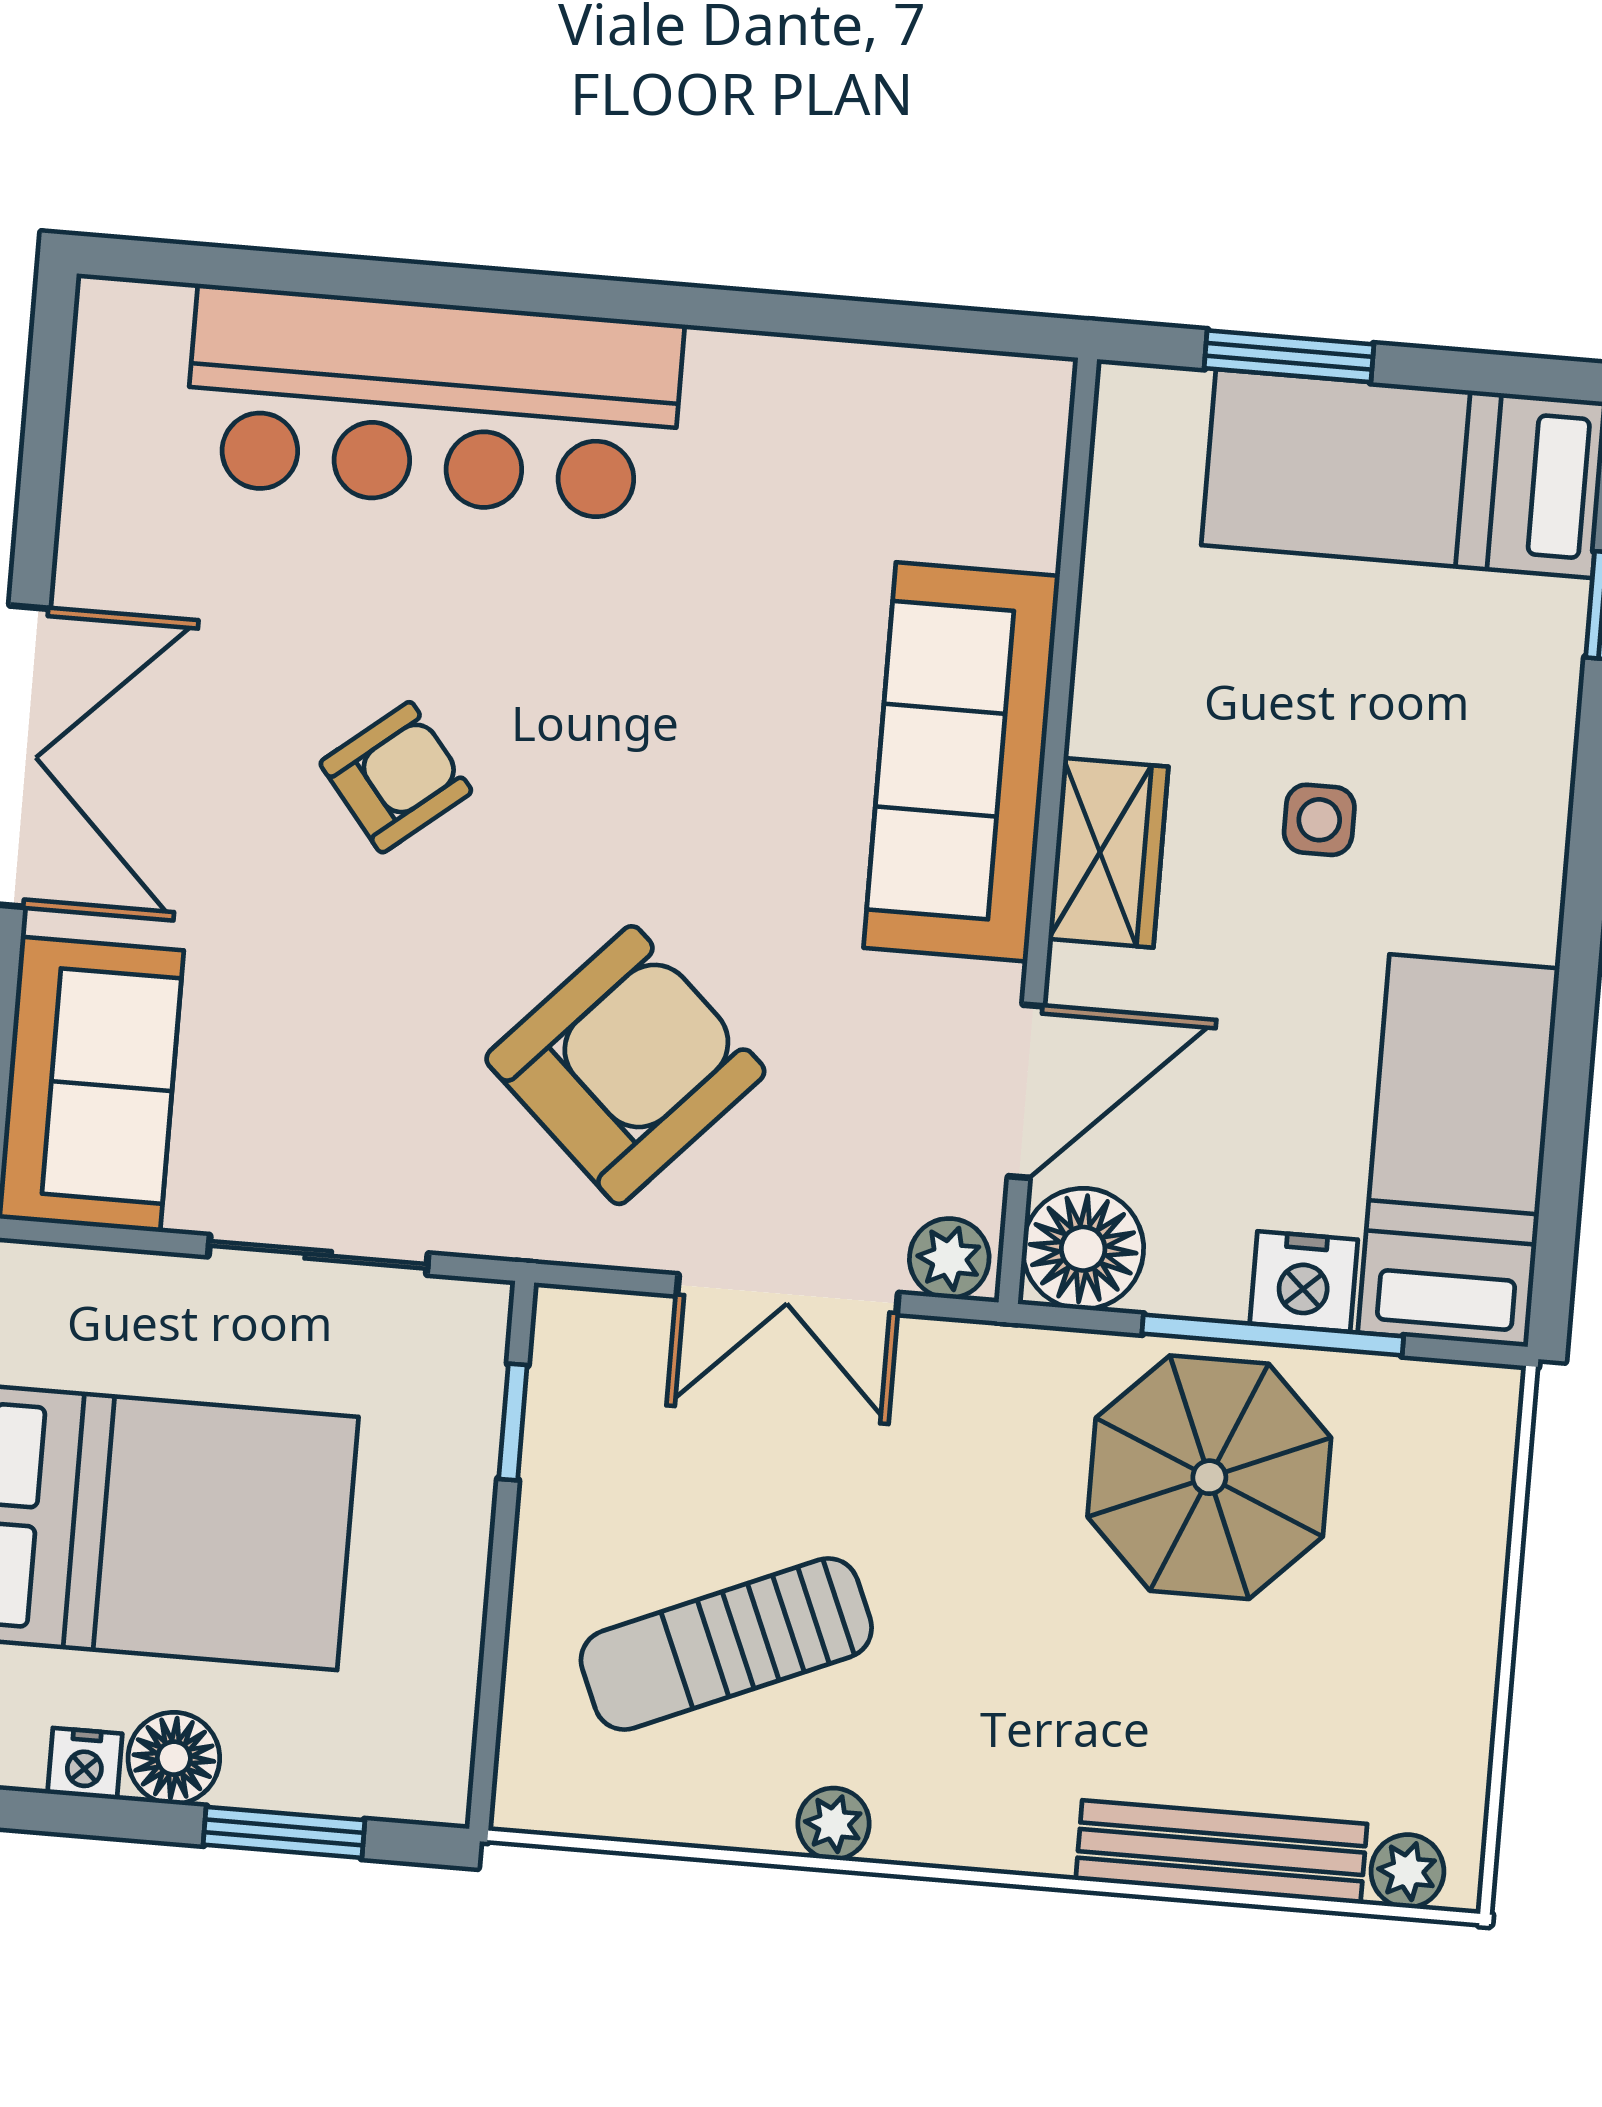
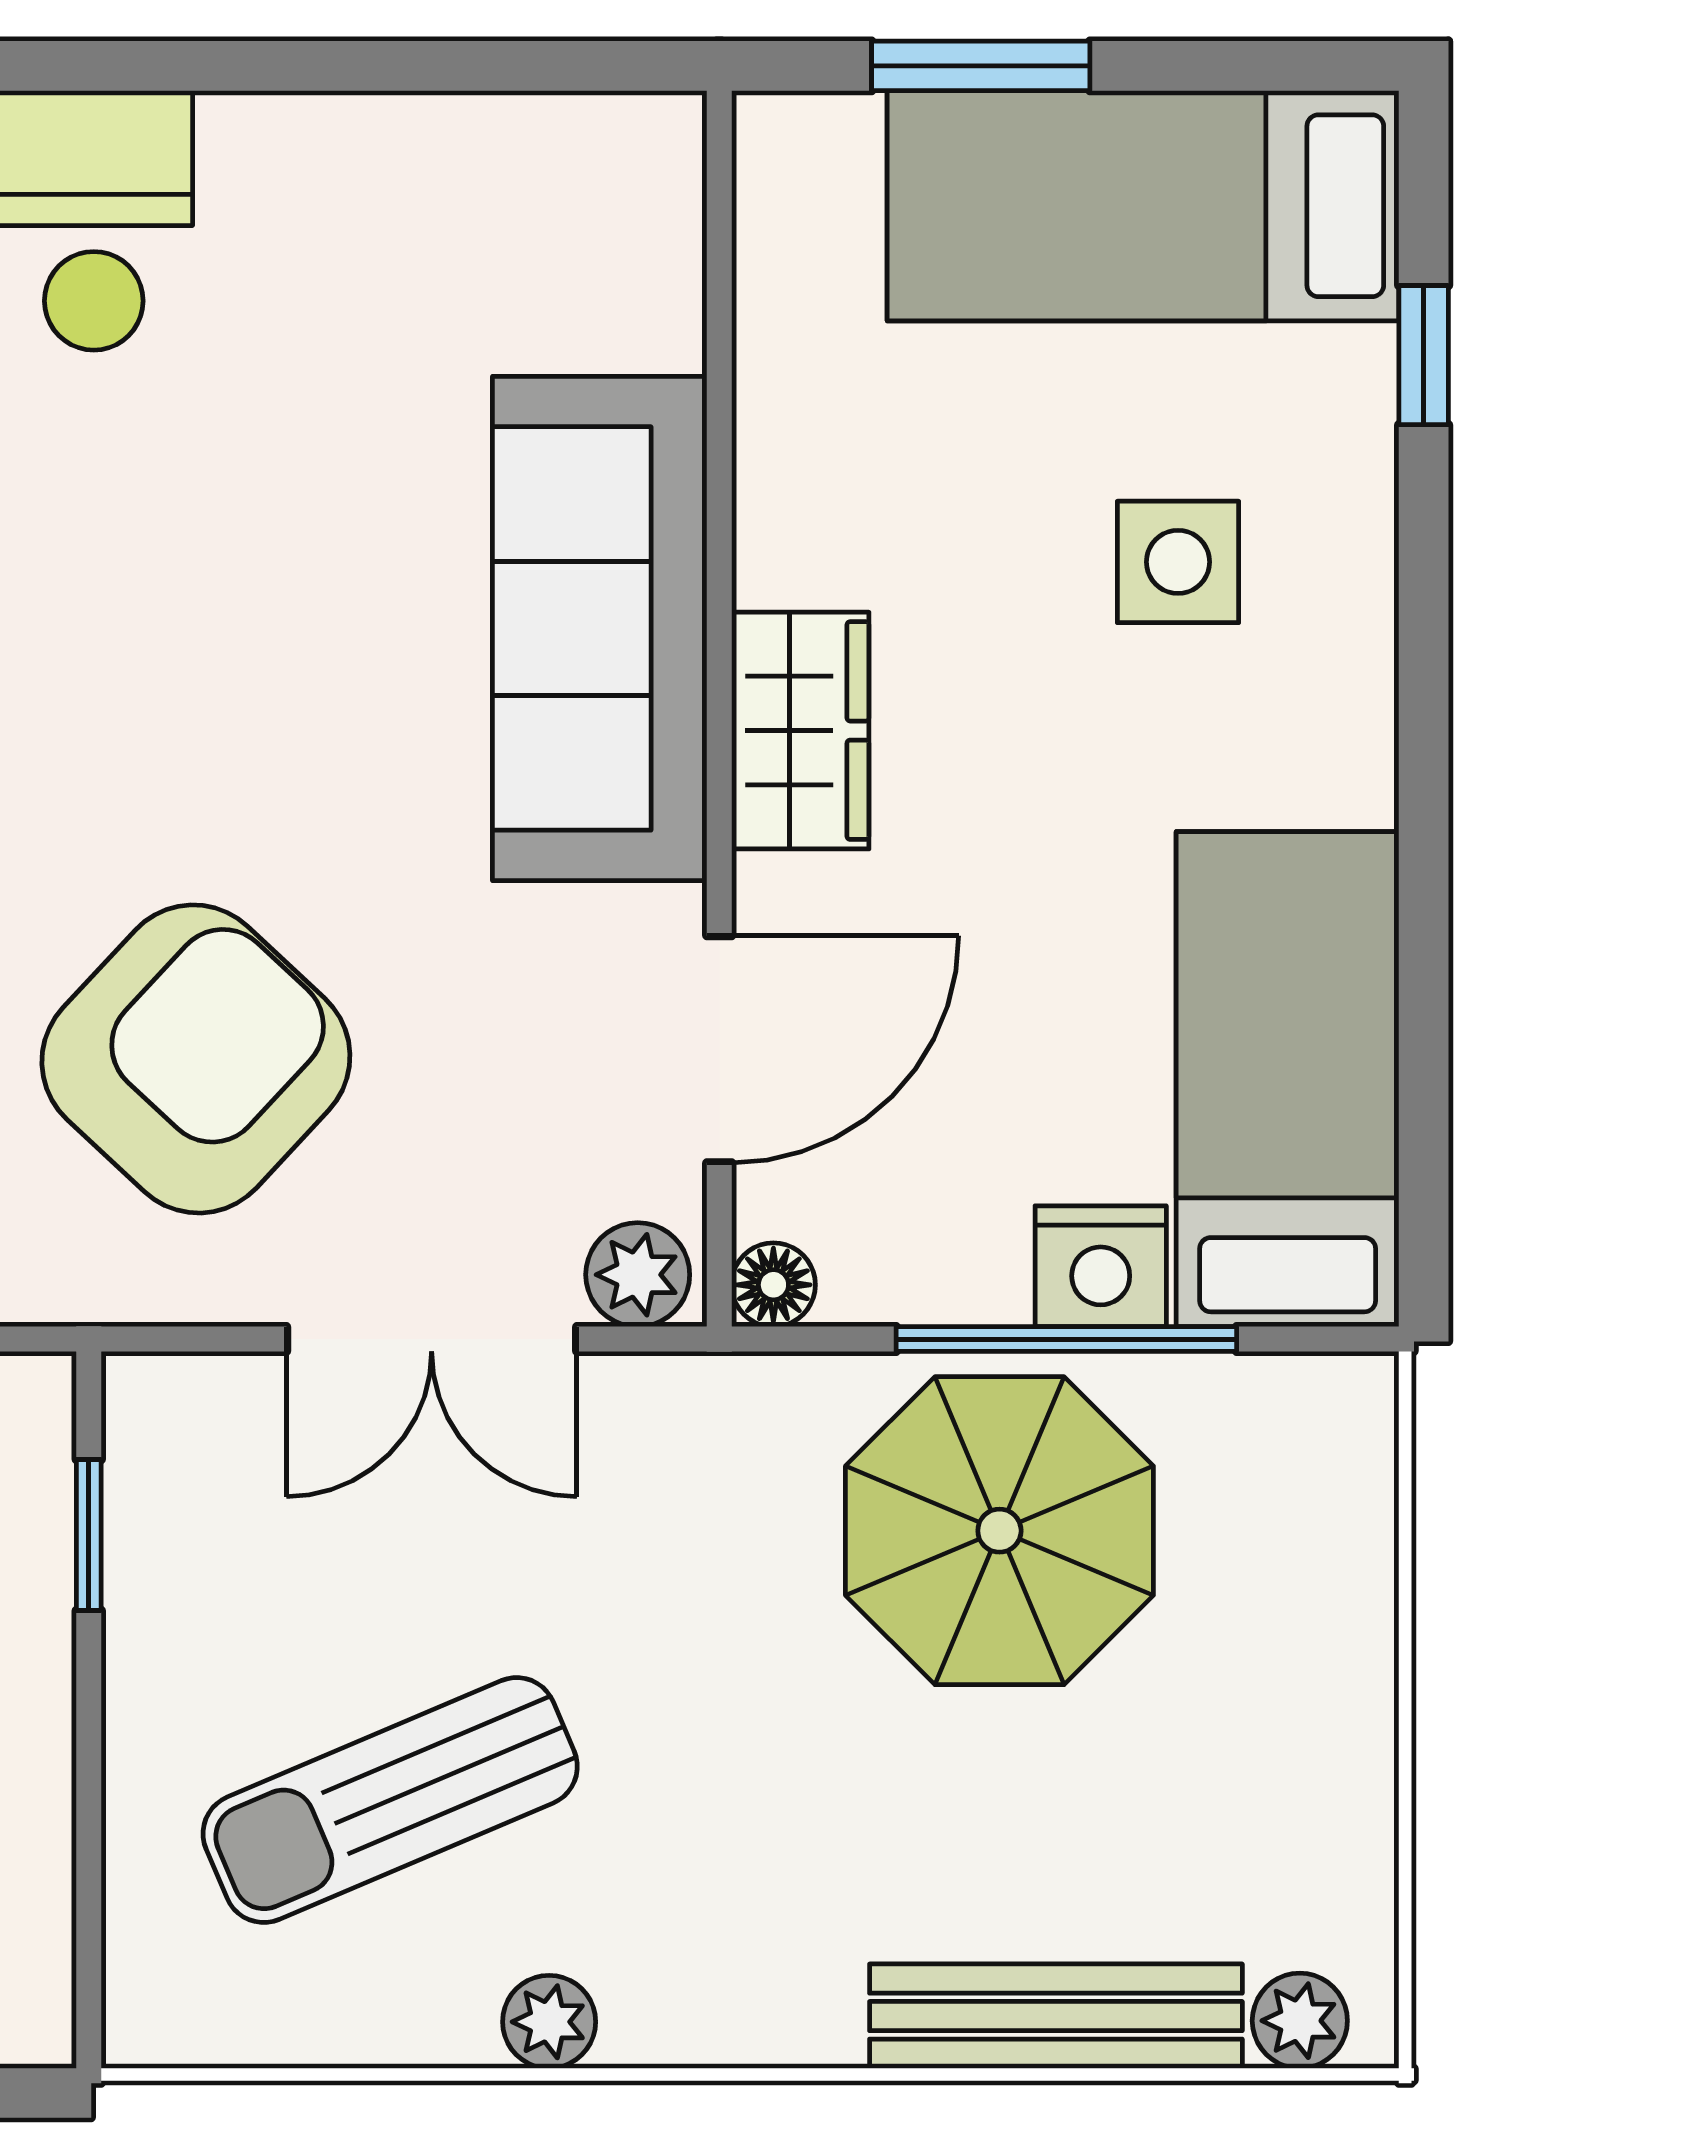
side table: (1319, 820) -> (1178, 562), moved, width x1.37, depth x1.37
floor lamp: (1083, 1249) -> (773, 1285), width x0.53, depth x0.53

